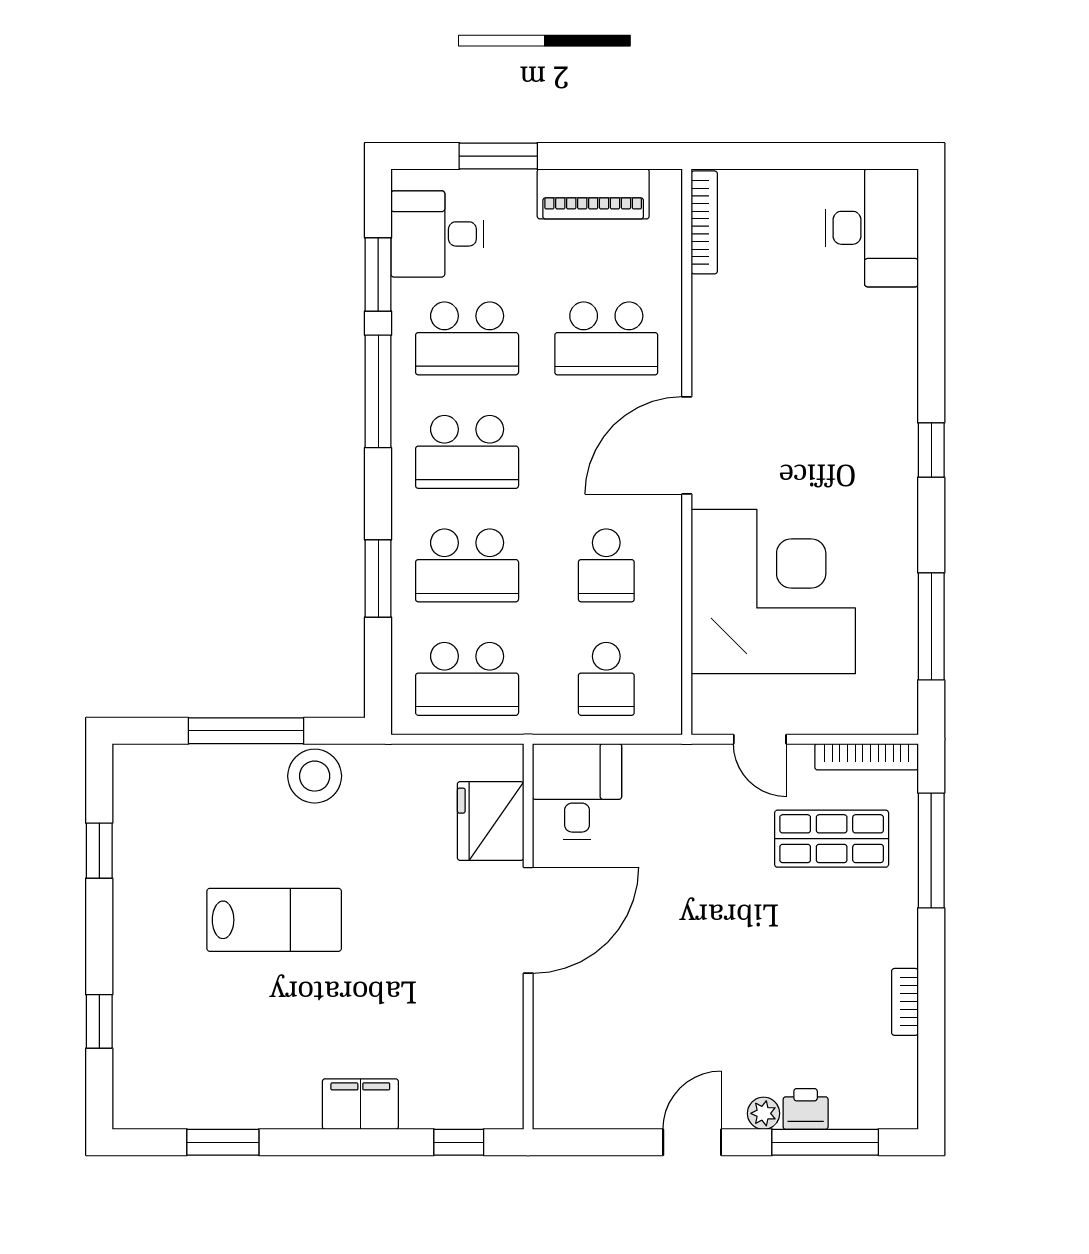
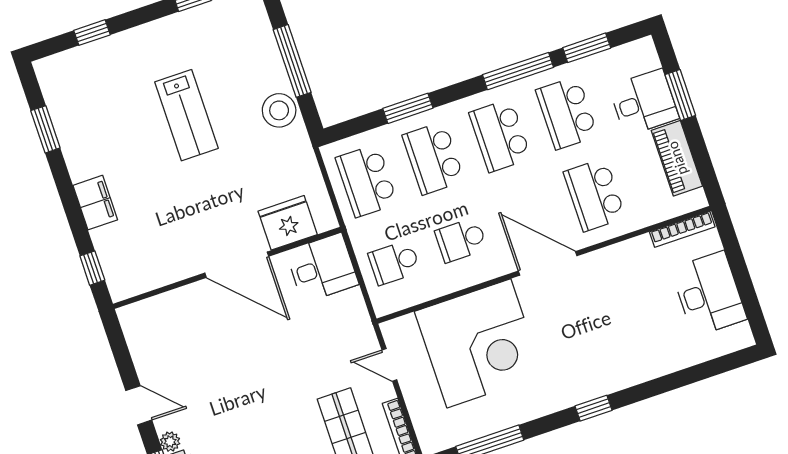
desk: (872, 228) -> (709, 294), moved, turned -90
desk: (437, 234) -> (644, 102), moved, turned 90
door: (760, 739) -> (389, 365), hinge flipped

